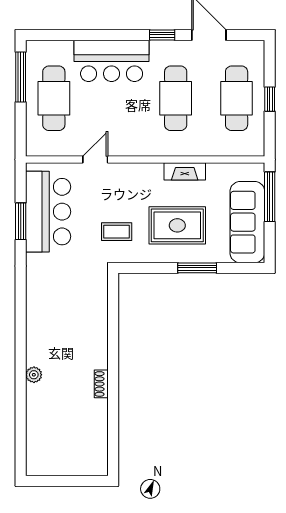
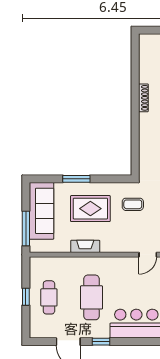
cafe table: (237, 98) -> (49, 297), width x0.73, depth x0.74
shoe rack: (101, 384) -> (143, 98), width x1.43

